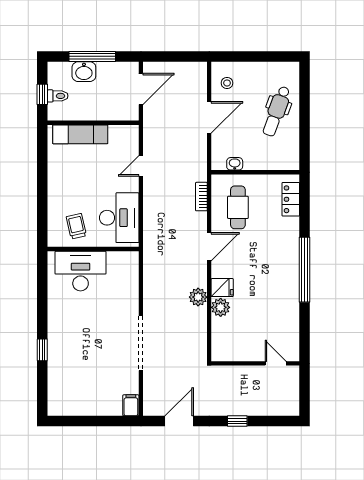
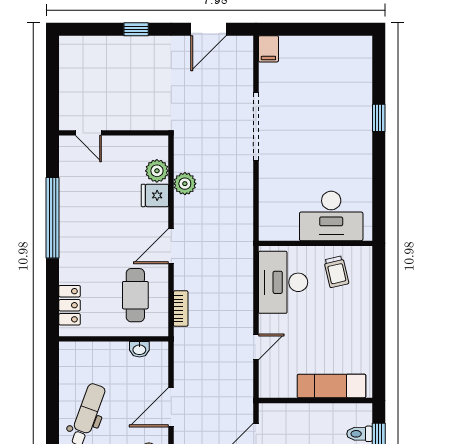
wall: (255, 363) -> (114, 133), moved
door: (276, 363) -> (88, 133), moved

